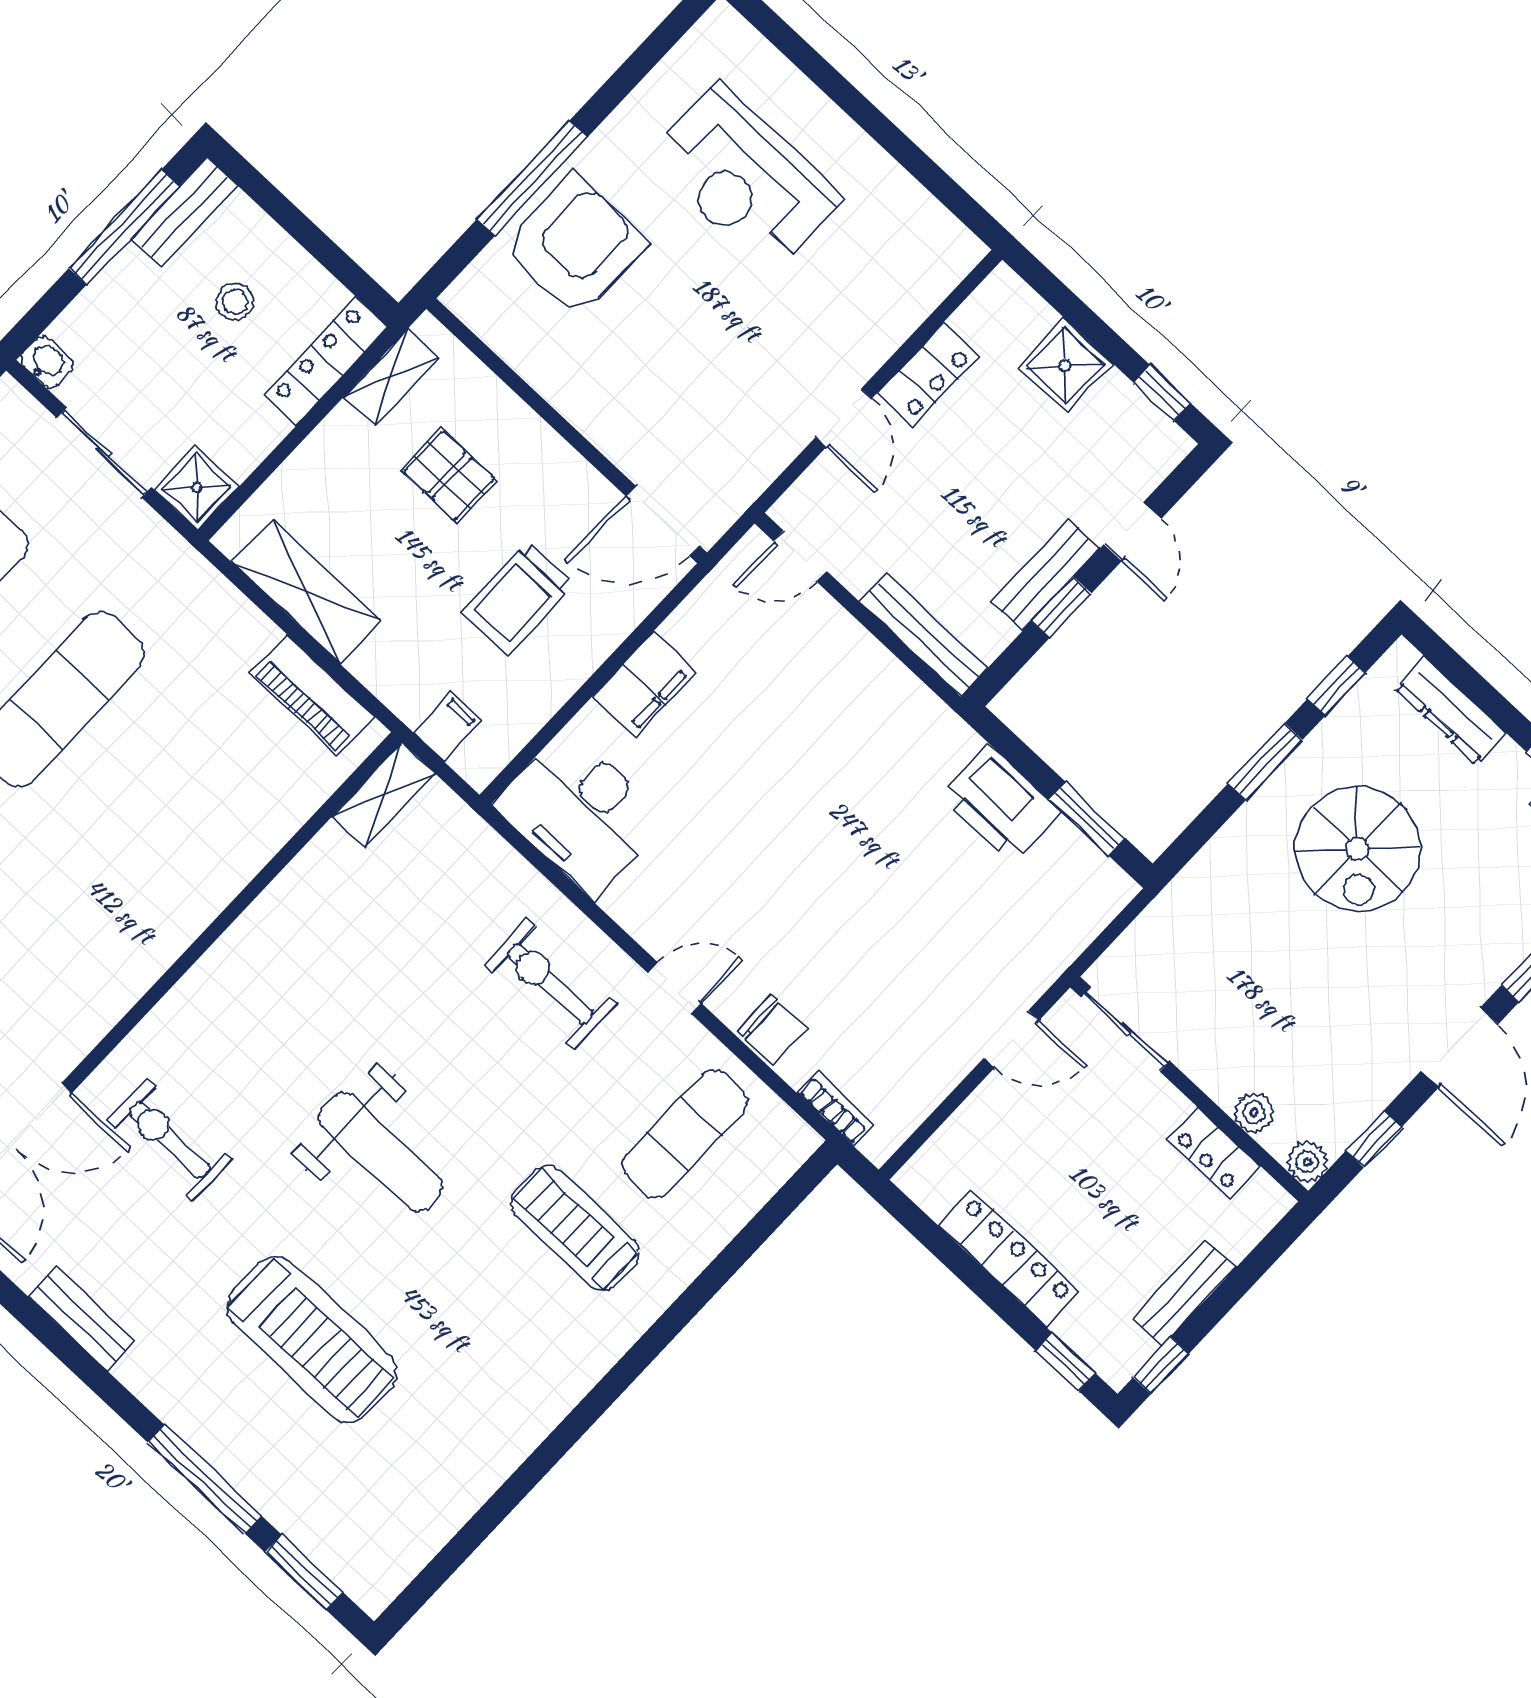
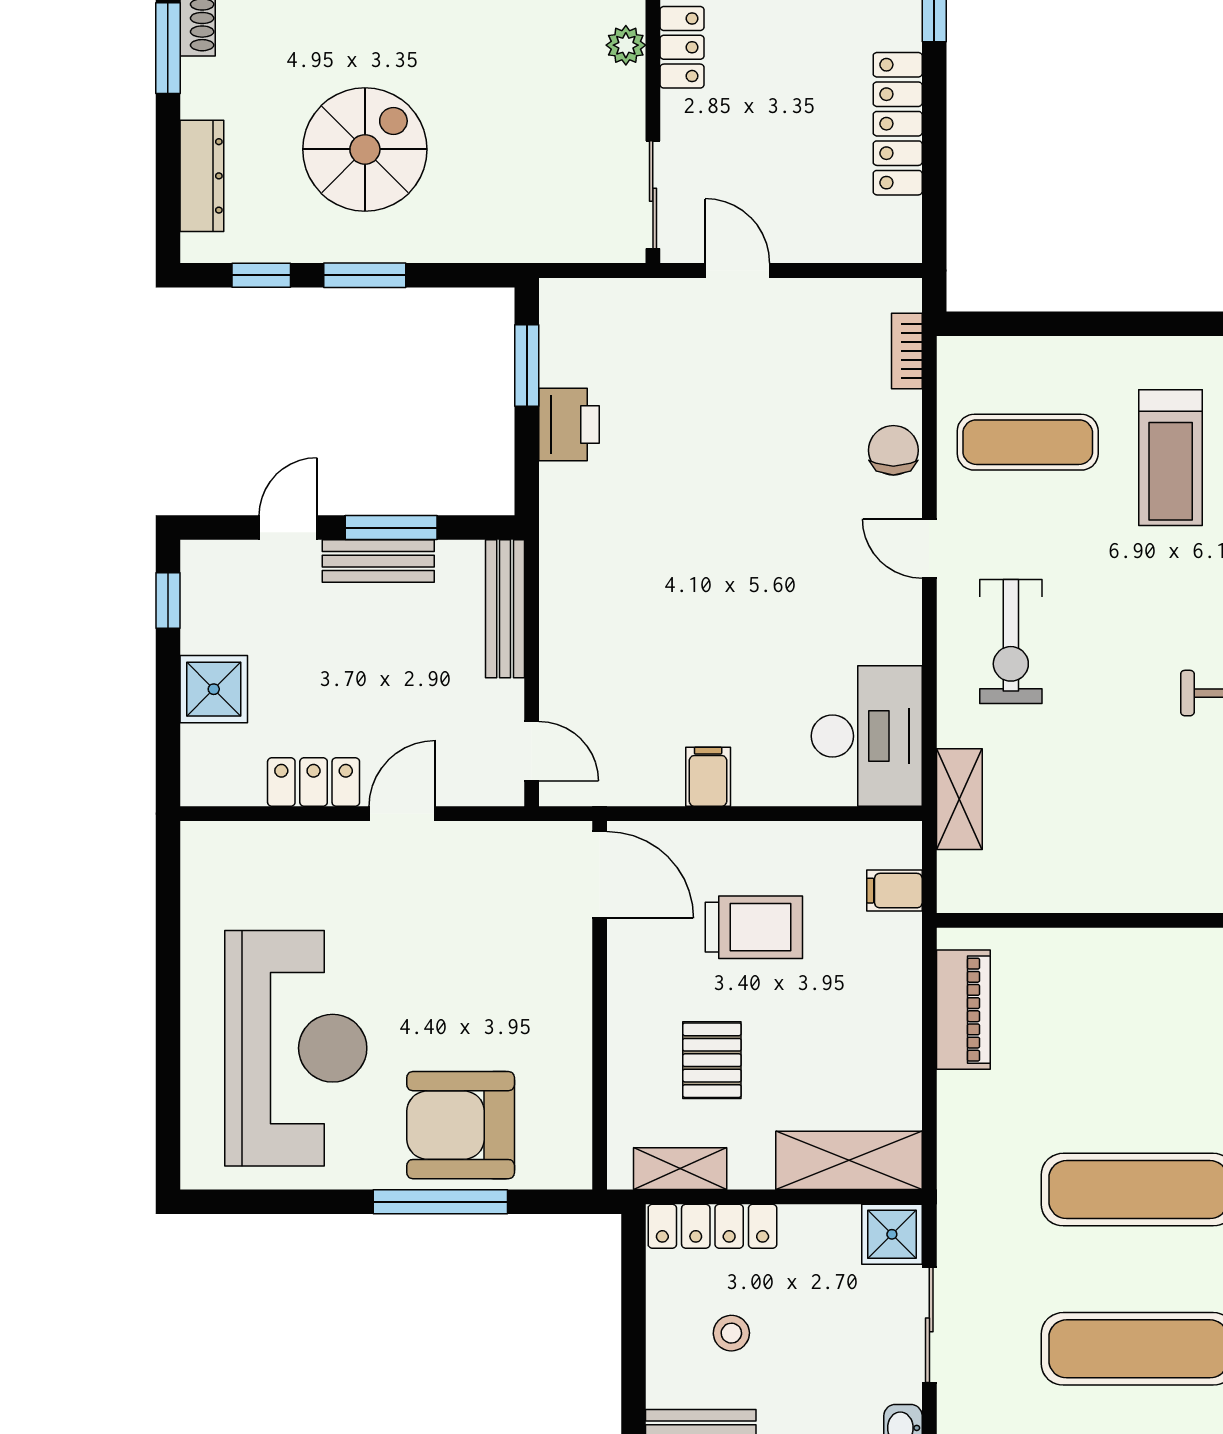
reception desk: (745, 178) -> (296, 1048), width x1.36, depth x1.30
shelving: (306, 592) -> (849, 1160), moved, turned 90
window: (1061, 607) -> (391, 528), width x1.50
filing cabinet: (644, 685) -> (708, 777), width x0.50
shelving: (384, 795) -> (959, 799), moved, turned 90
printer: (1001, 804) -> (569, 425), width x0.73, depth x0.84

